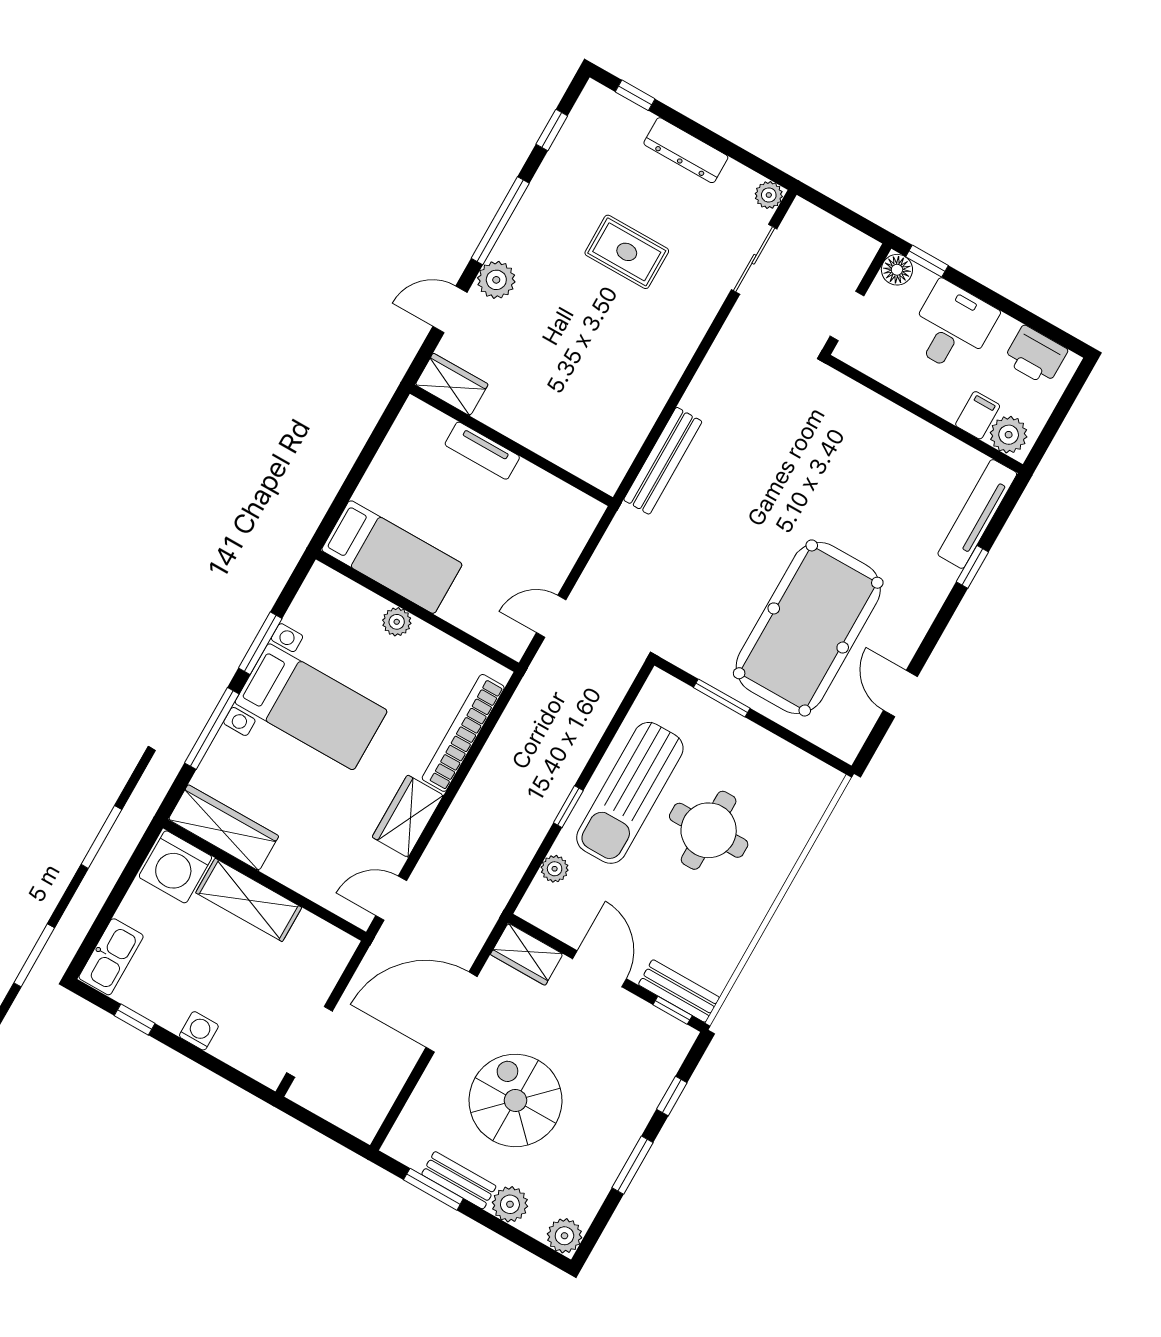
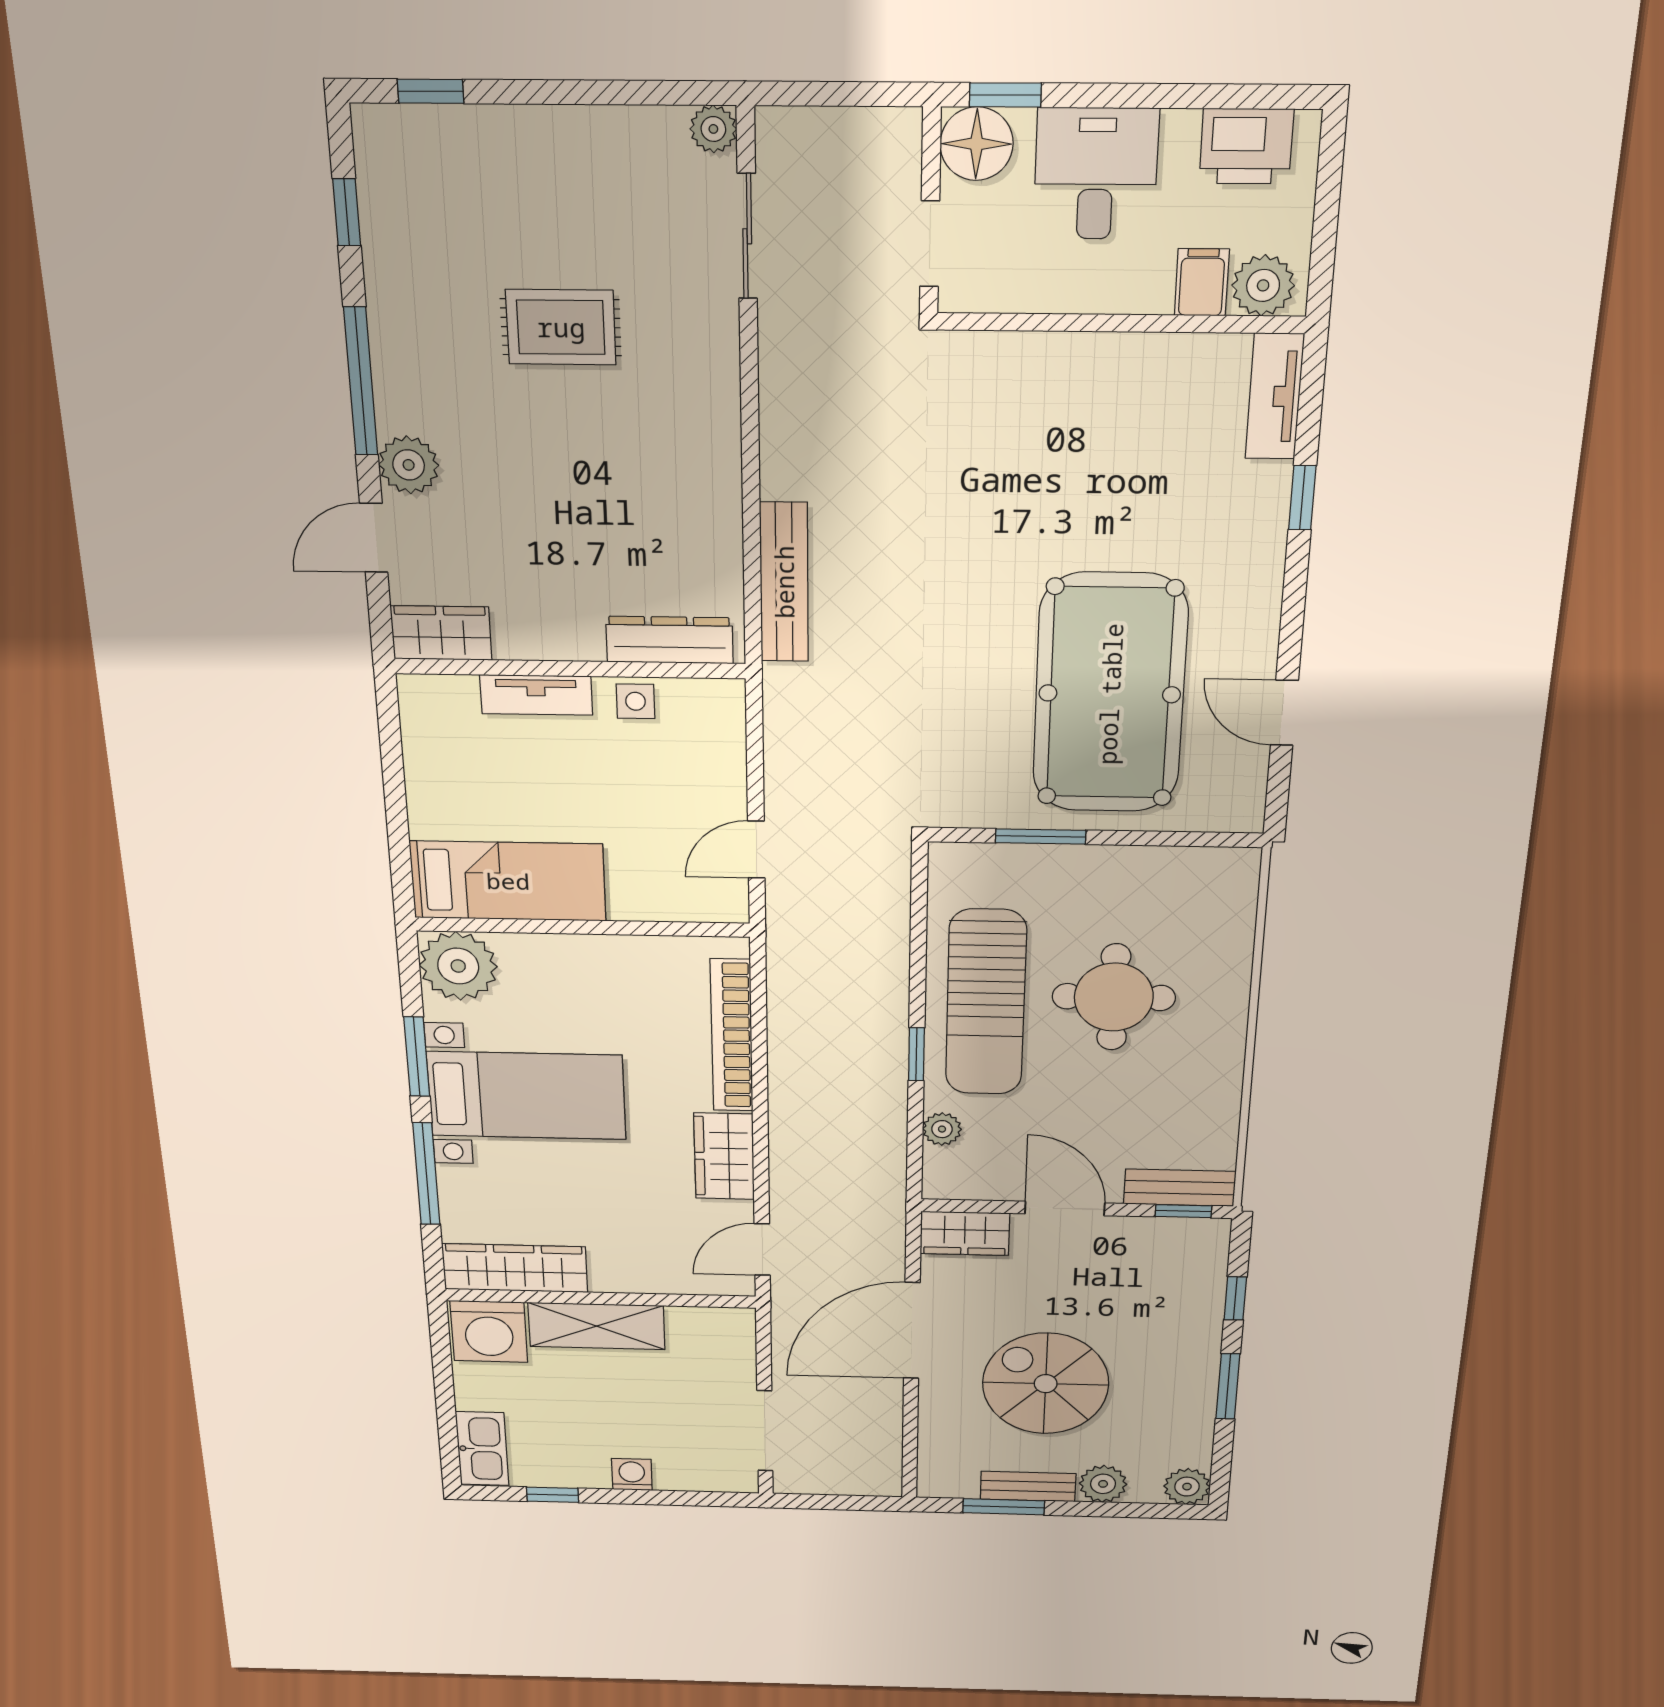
dresser: (686, 150) -> (670, 640), moved, turned 180
floor lamp: (897, 270) -> (977, 144), width x1.38, depth x1.38
side table: (537, 486) -> (635, 701), added
tv unit: (977, 514) -> (1275, 396), width x0.71
plant: (397, 622) -> (458, 966), moved, width x1.88, depth x1.88

